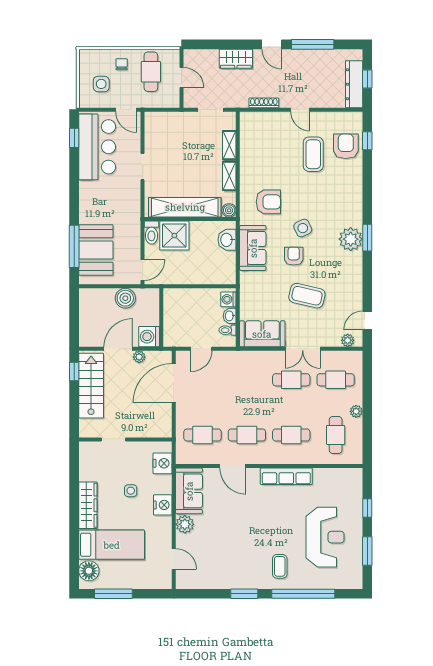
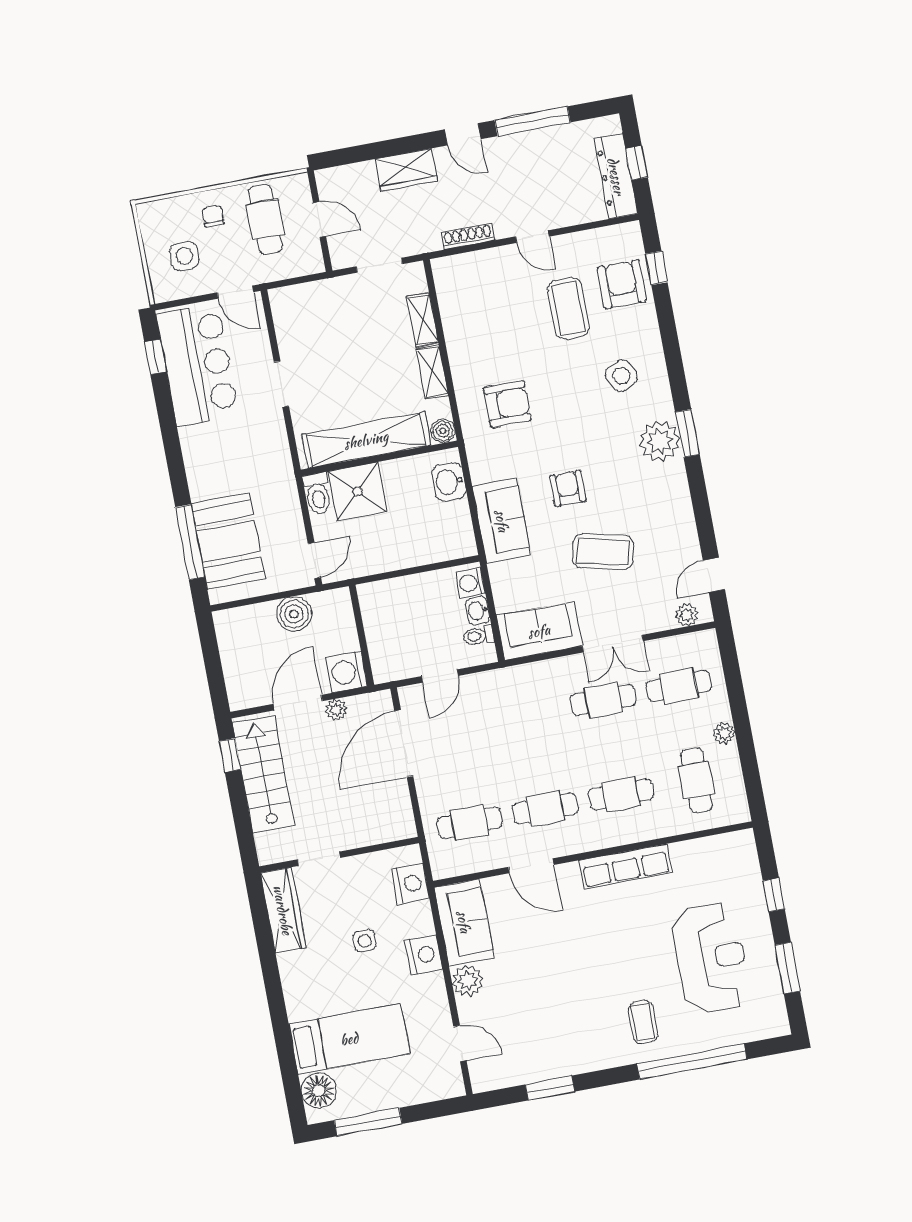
side table: (303, 228) -> (621, 376), moved
sofa: (253, 248) -> (502, 521), moved
wardrobe: (88, 505) -> (283, 910), moved
window: (244, 594) -> (550, 1088), moved

